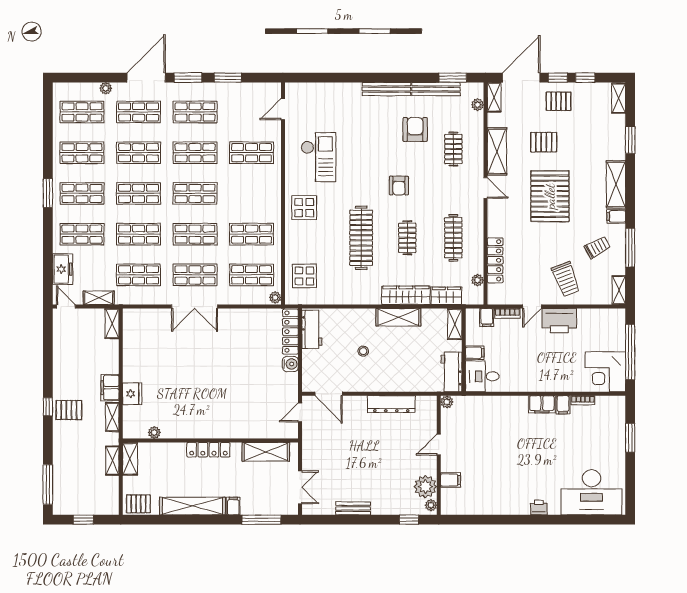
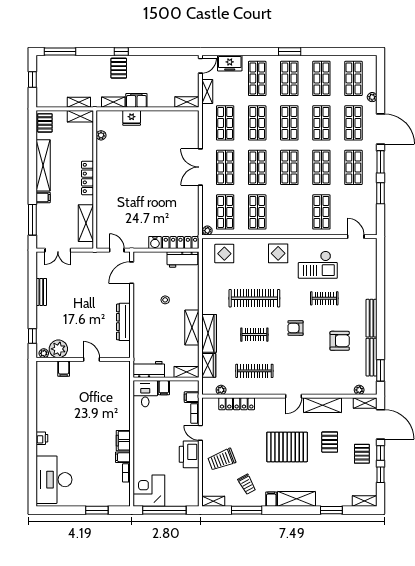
clothes rail: (453, 149) -> (324, 298), moved
plant: (447, 402) -> (125, 366), removed

